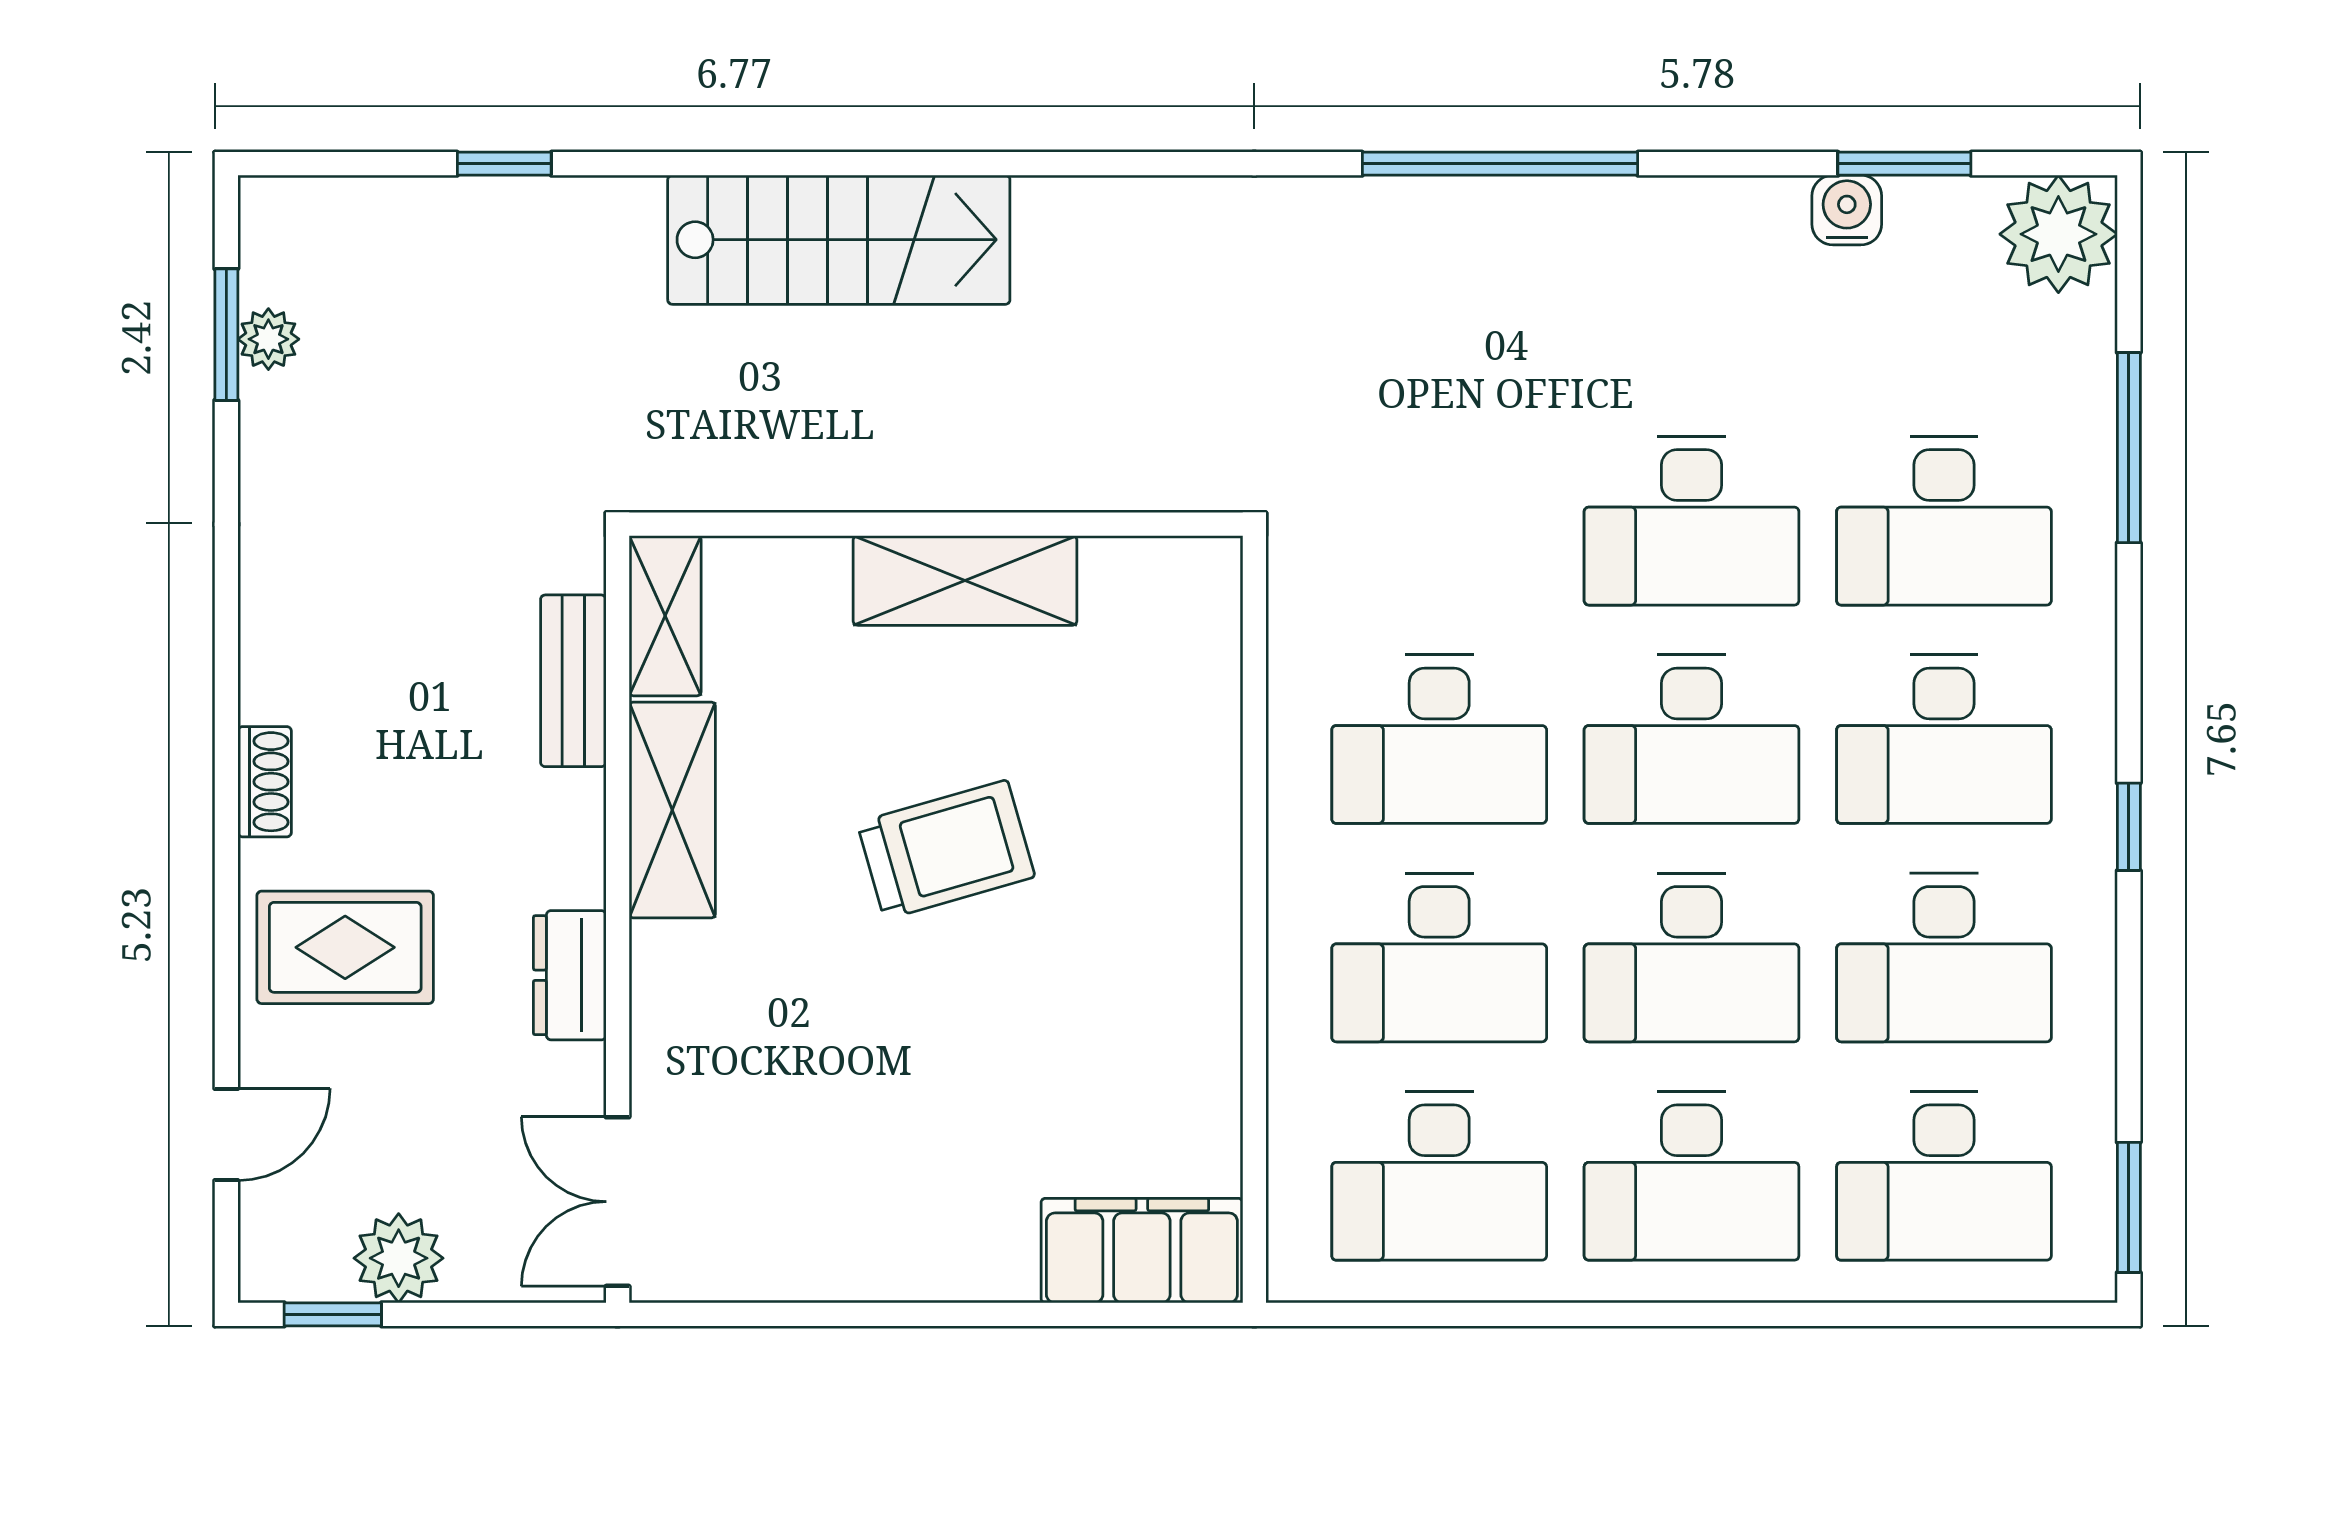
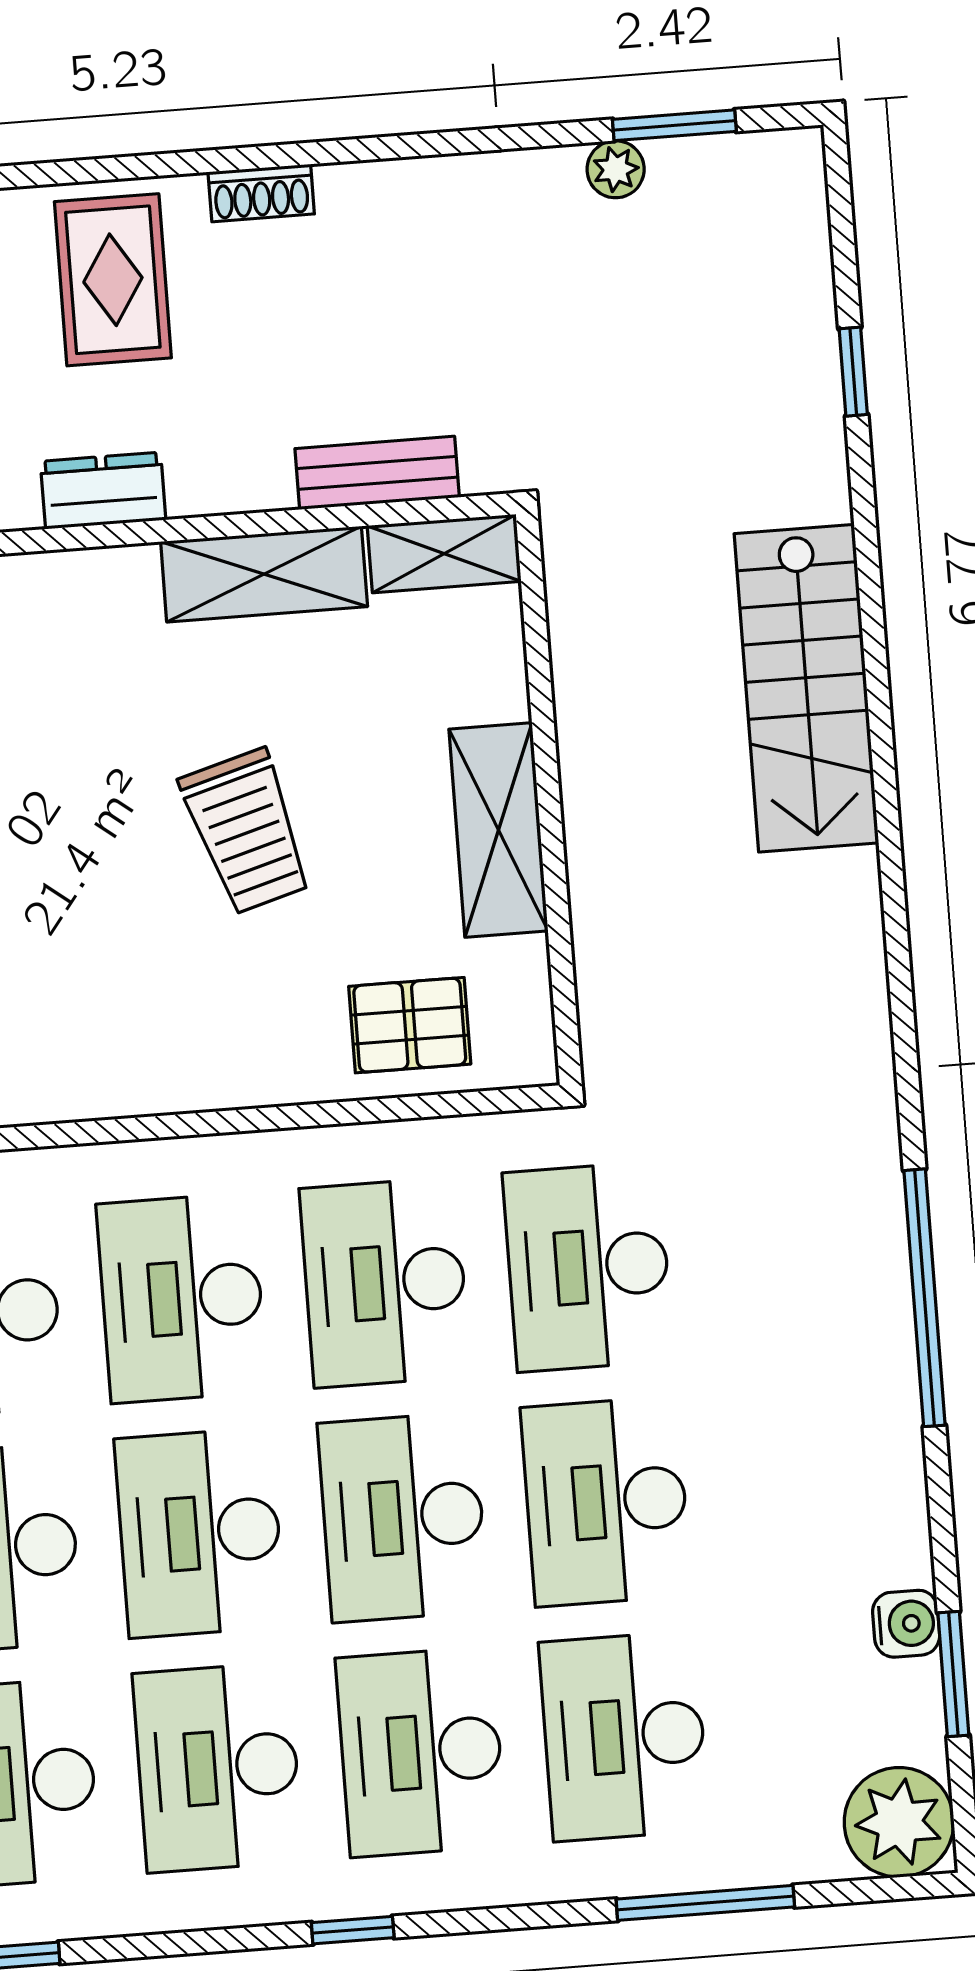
plant: (268, 339) -> (616, 169), moved
desk: (1439, 521) -> (588, 1267), added
pallet: (1166, 691) -> (410, 1025), added

